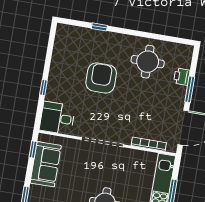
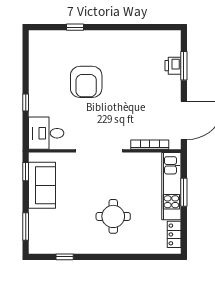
round table: (148, 62) -> (133, 56), removed
armchair: (101, 78) -> (86, 82), turned 180
window: (190, 89) -> (184, 66), moved

